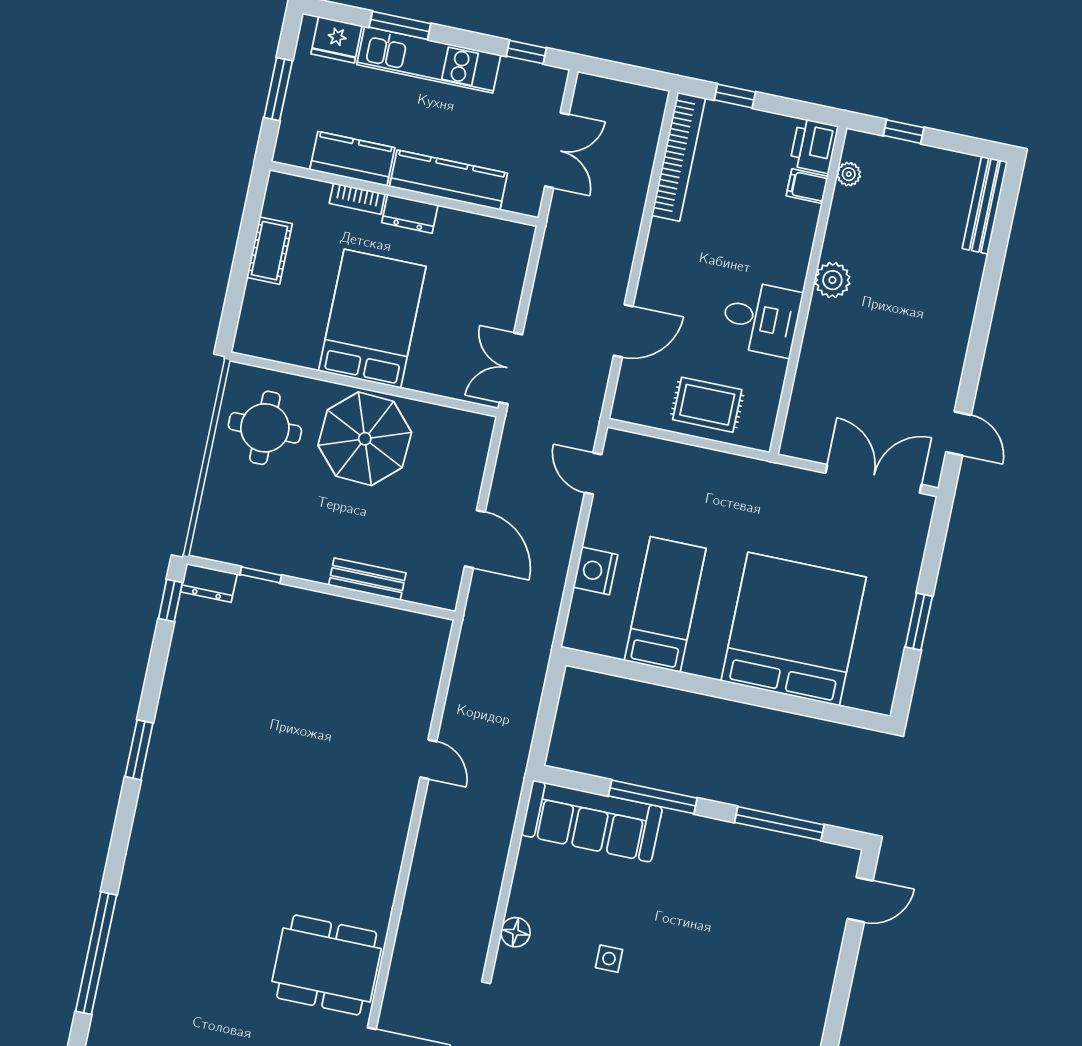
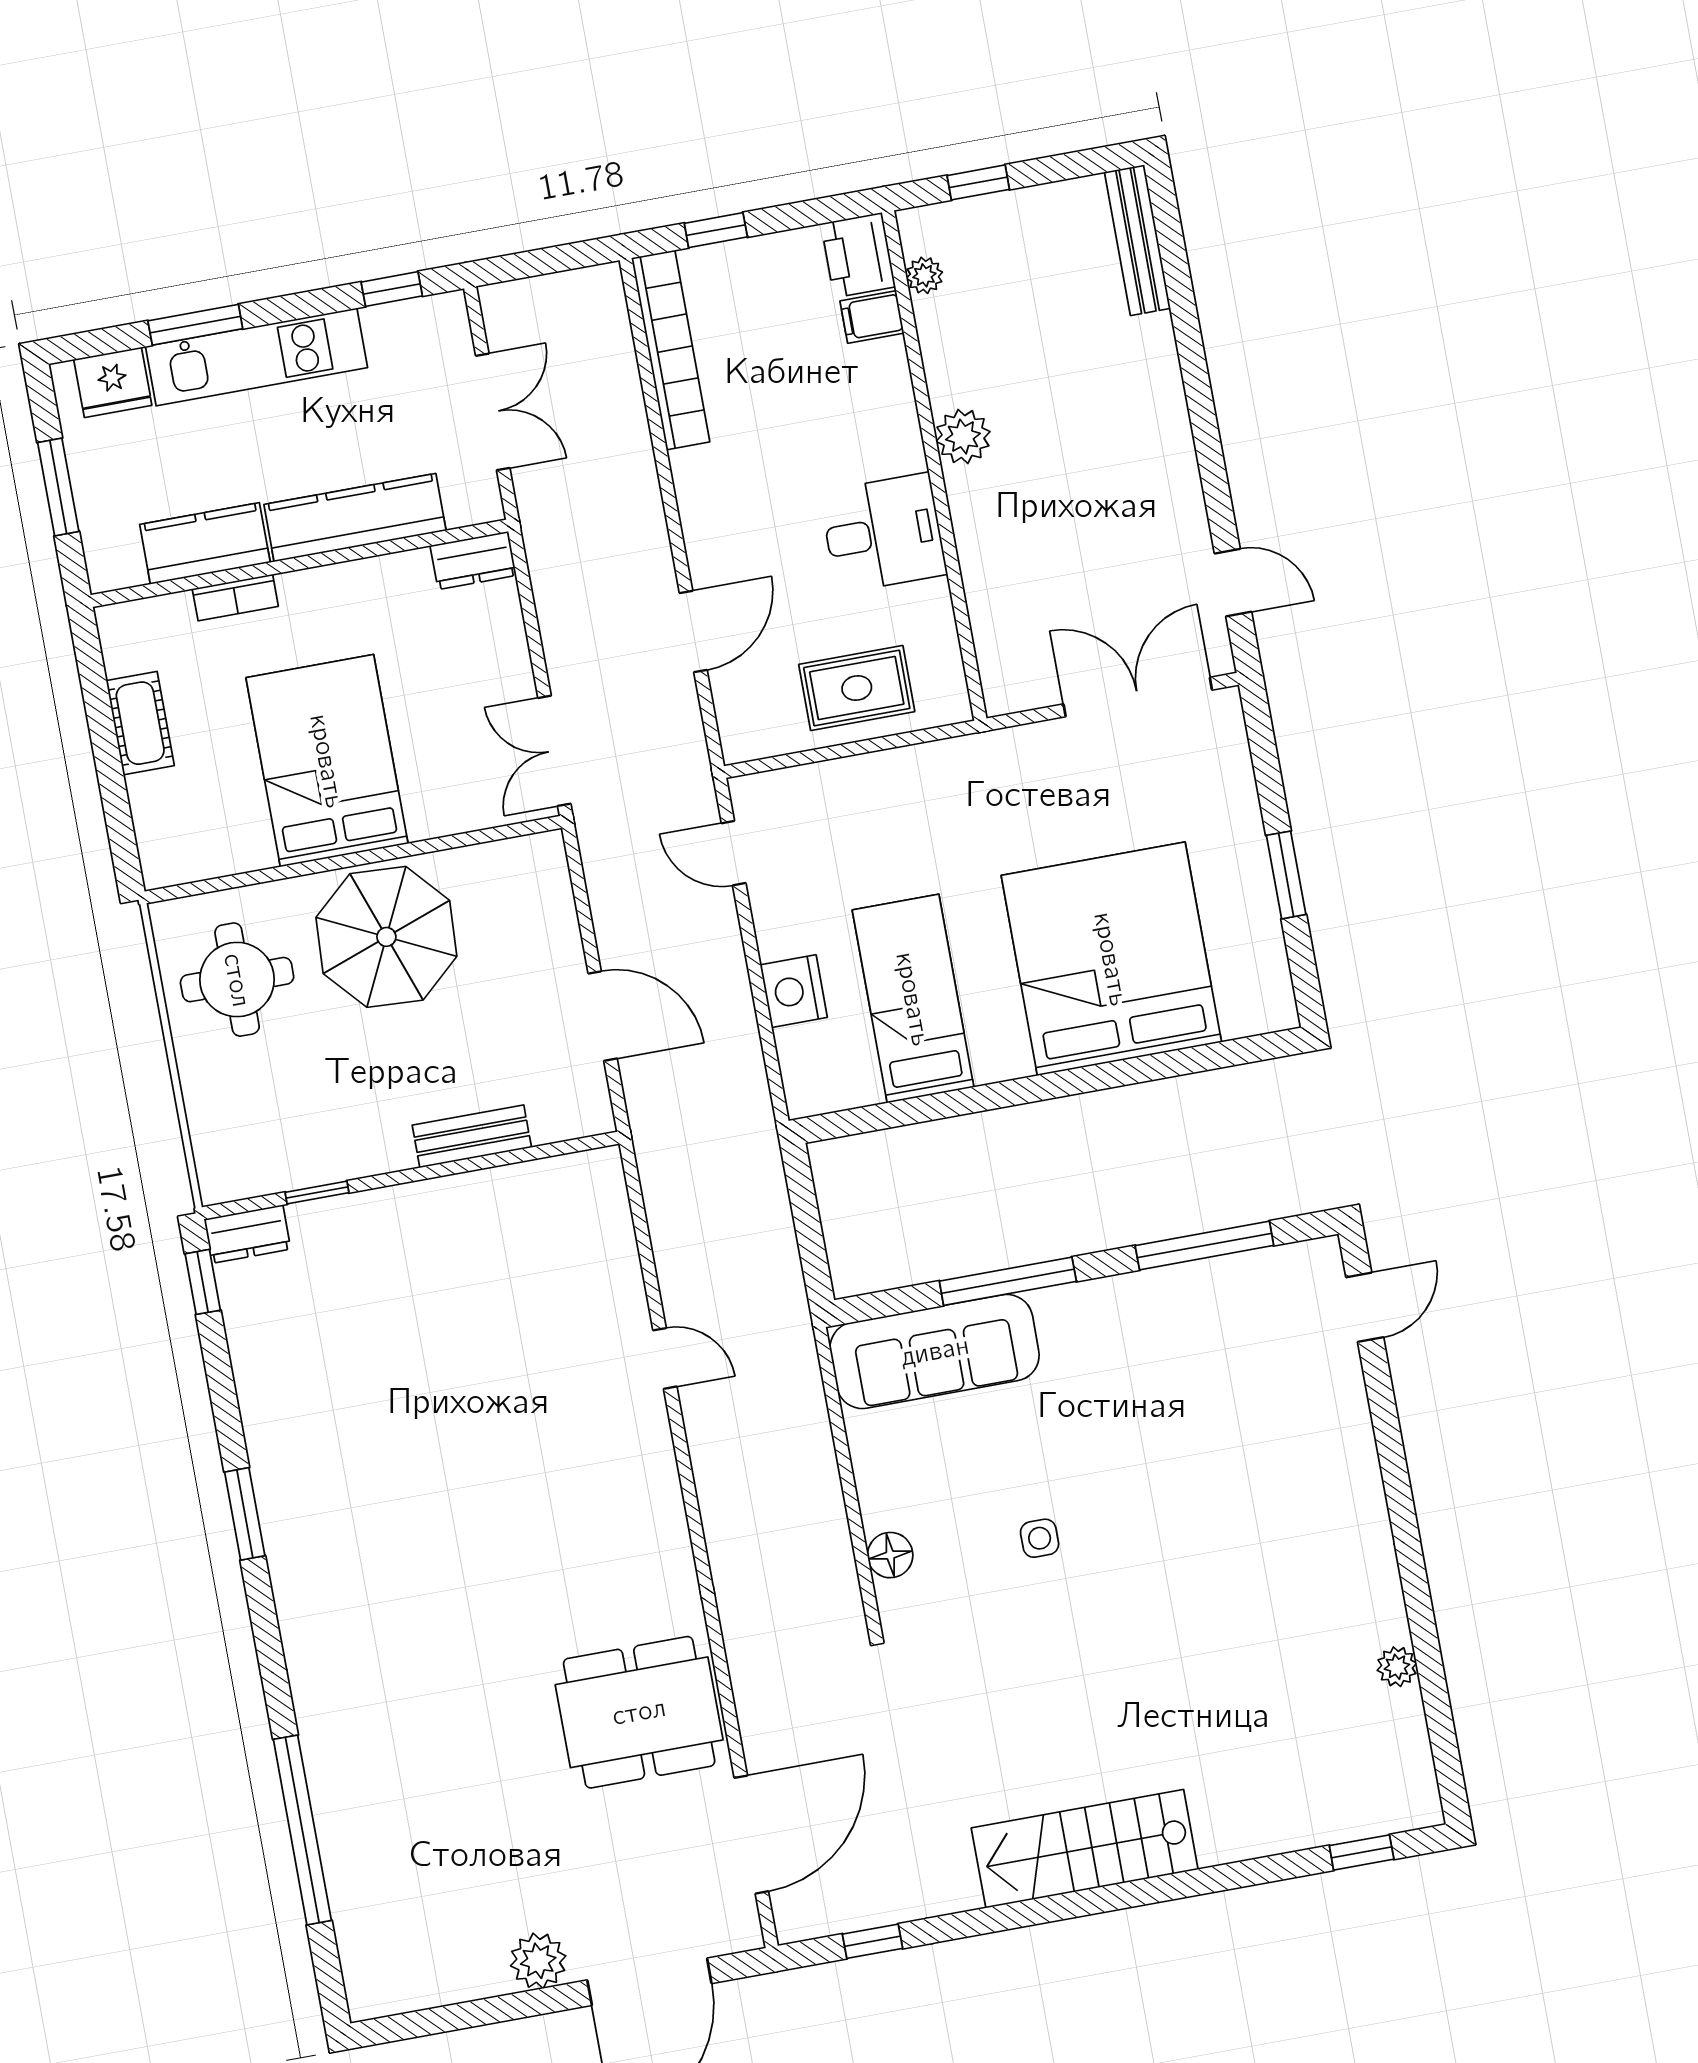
dresser: (410, 214) -> (473, 560), moved

